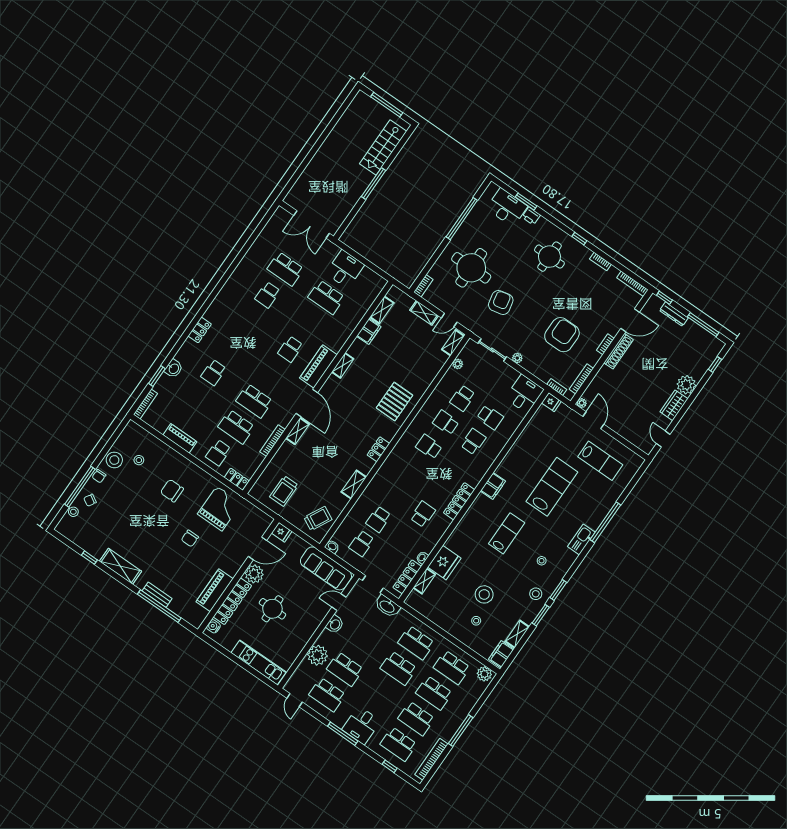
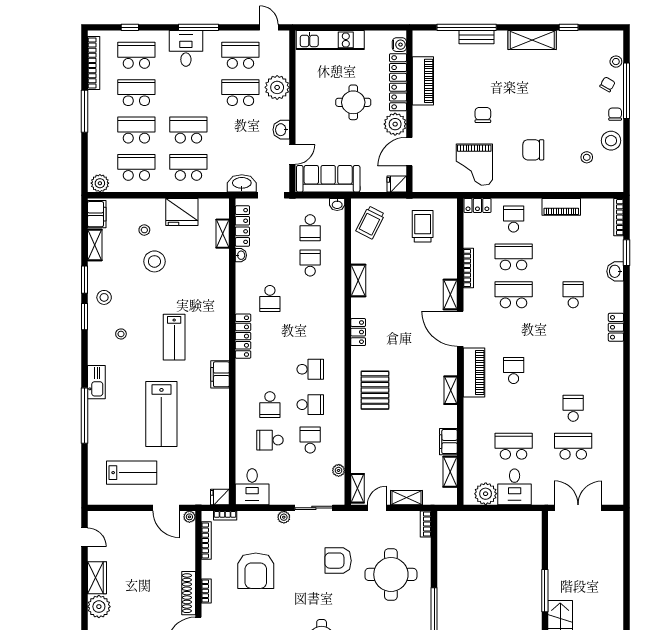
plant: (368, 278) -> (486, 494), added
armchair: (501, 302) -> (338, 561), turned 102
lab bench: (600, 461) -> (132, 473), turned 180
chair: (172, 491) -> (533, 150), turned 180
school desk: (362, 544) -> (310, 228), turned 180
fridge: (444, 563) -> (182, 212), moved, turned -90

